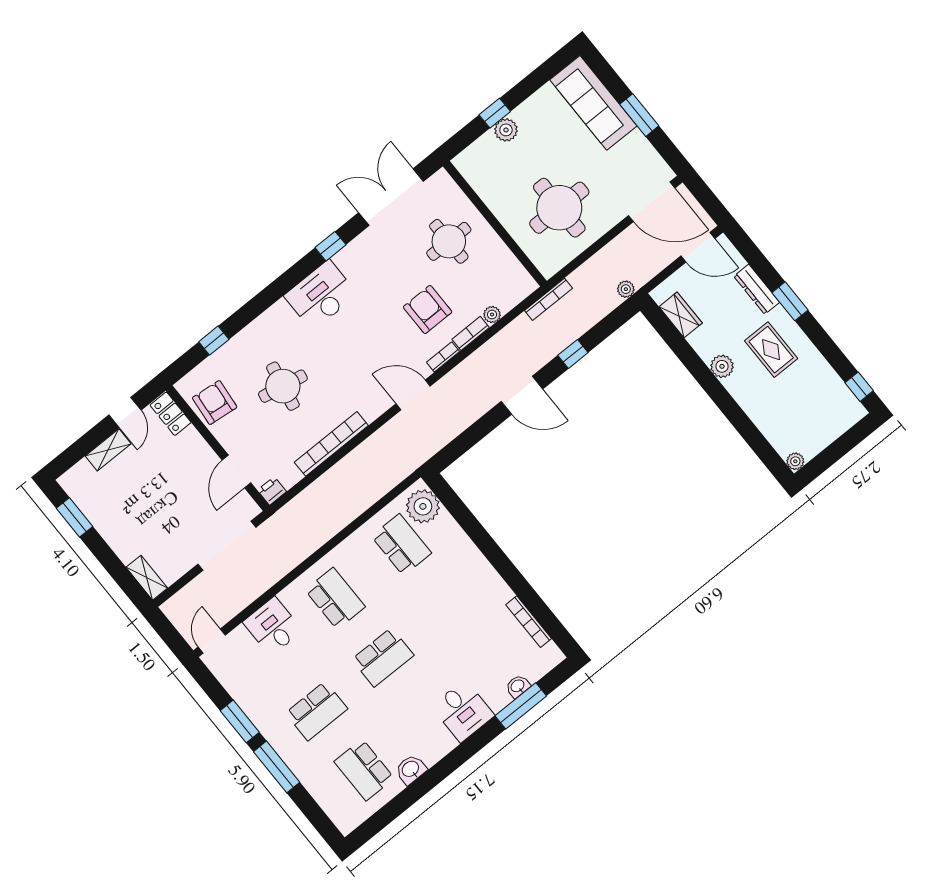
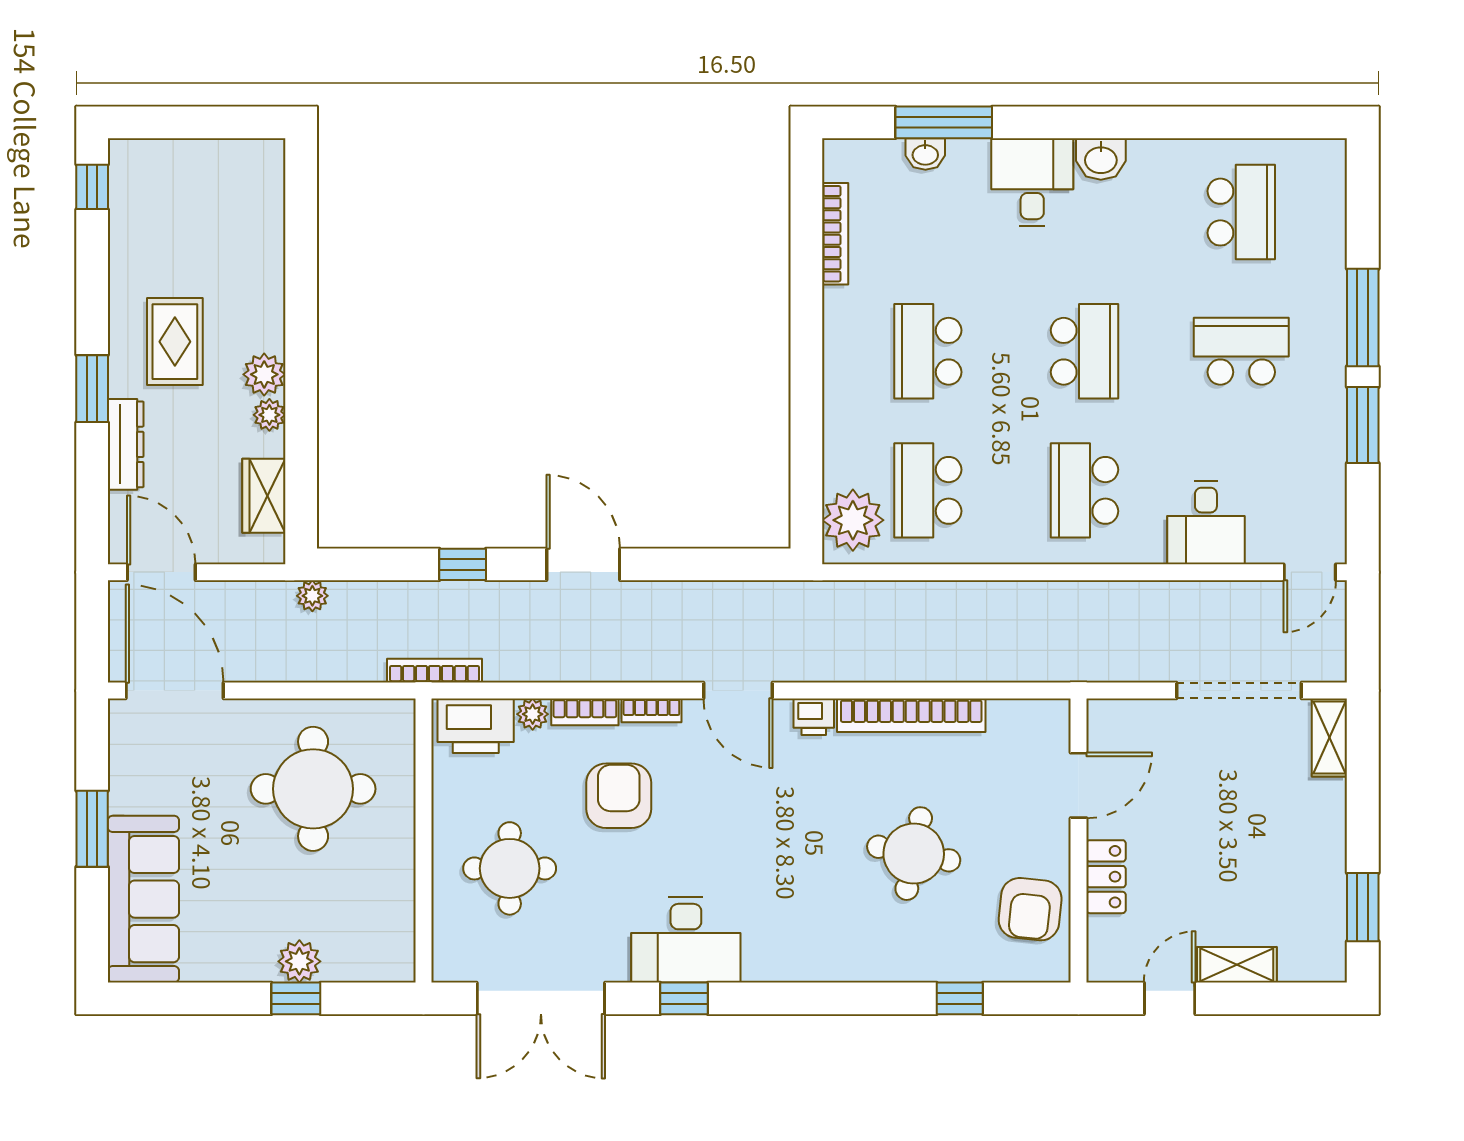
printer: (512, 290) -> (476, 726), added
desk: (321, 295) -> (686, 940), moved
armchair: (428, 309) -> (619, 796), turned 180
locker: (171, 414) -> (1106, 877), moved
plant: (795, 461) -> (269, 415), moved
printer: (272, 491) -> (814, 717), moved
doorway: (227, 546) -> (1239, 691), moved
school desk: (449, 604) -> (928, 351), added
school desk: (383, 657) -> (1085, 351), turned 90
washbasin: (411, 769) -> (1101, 159), moved

